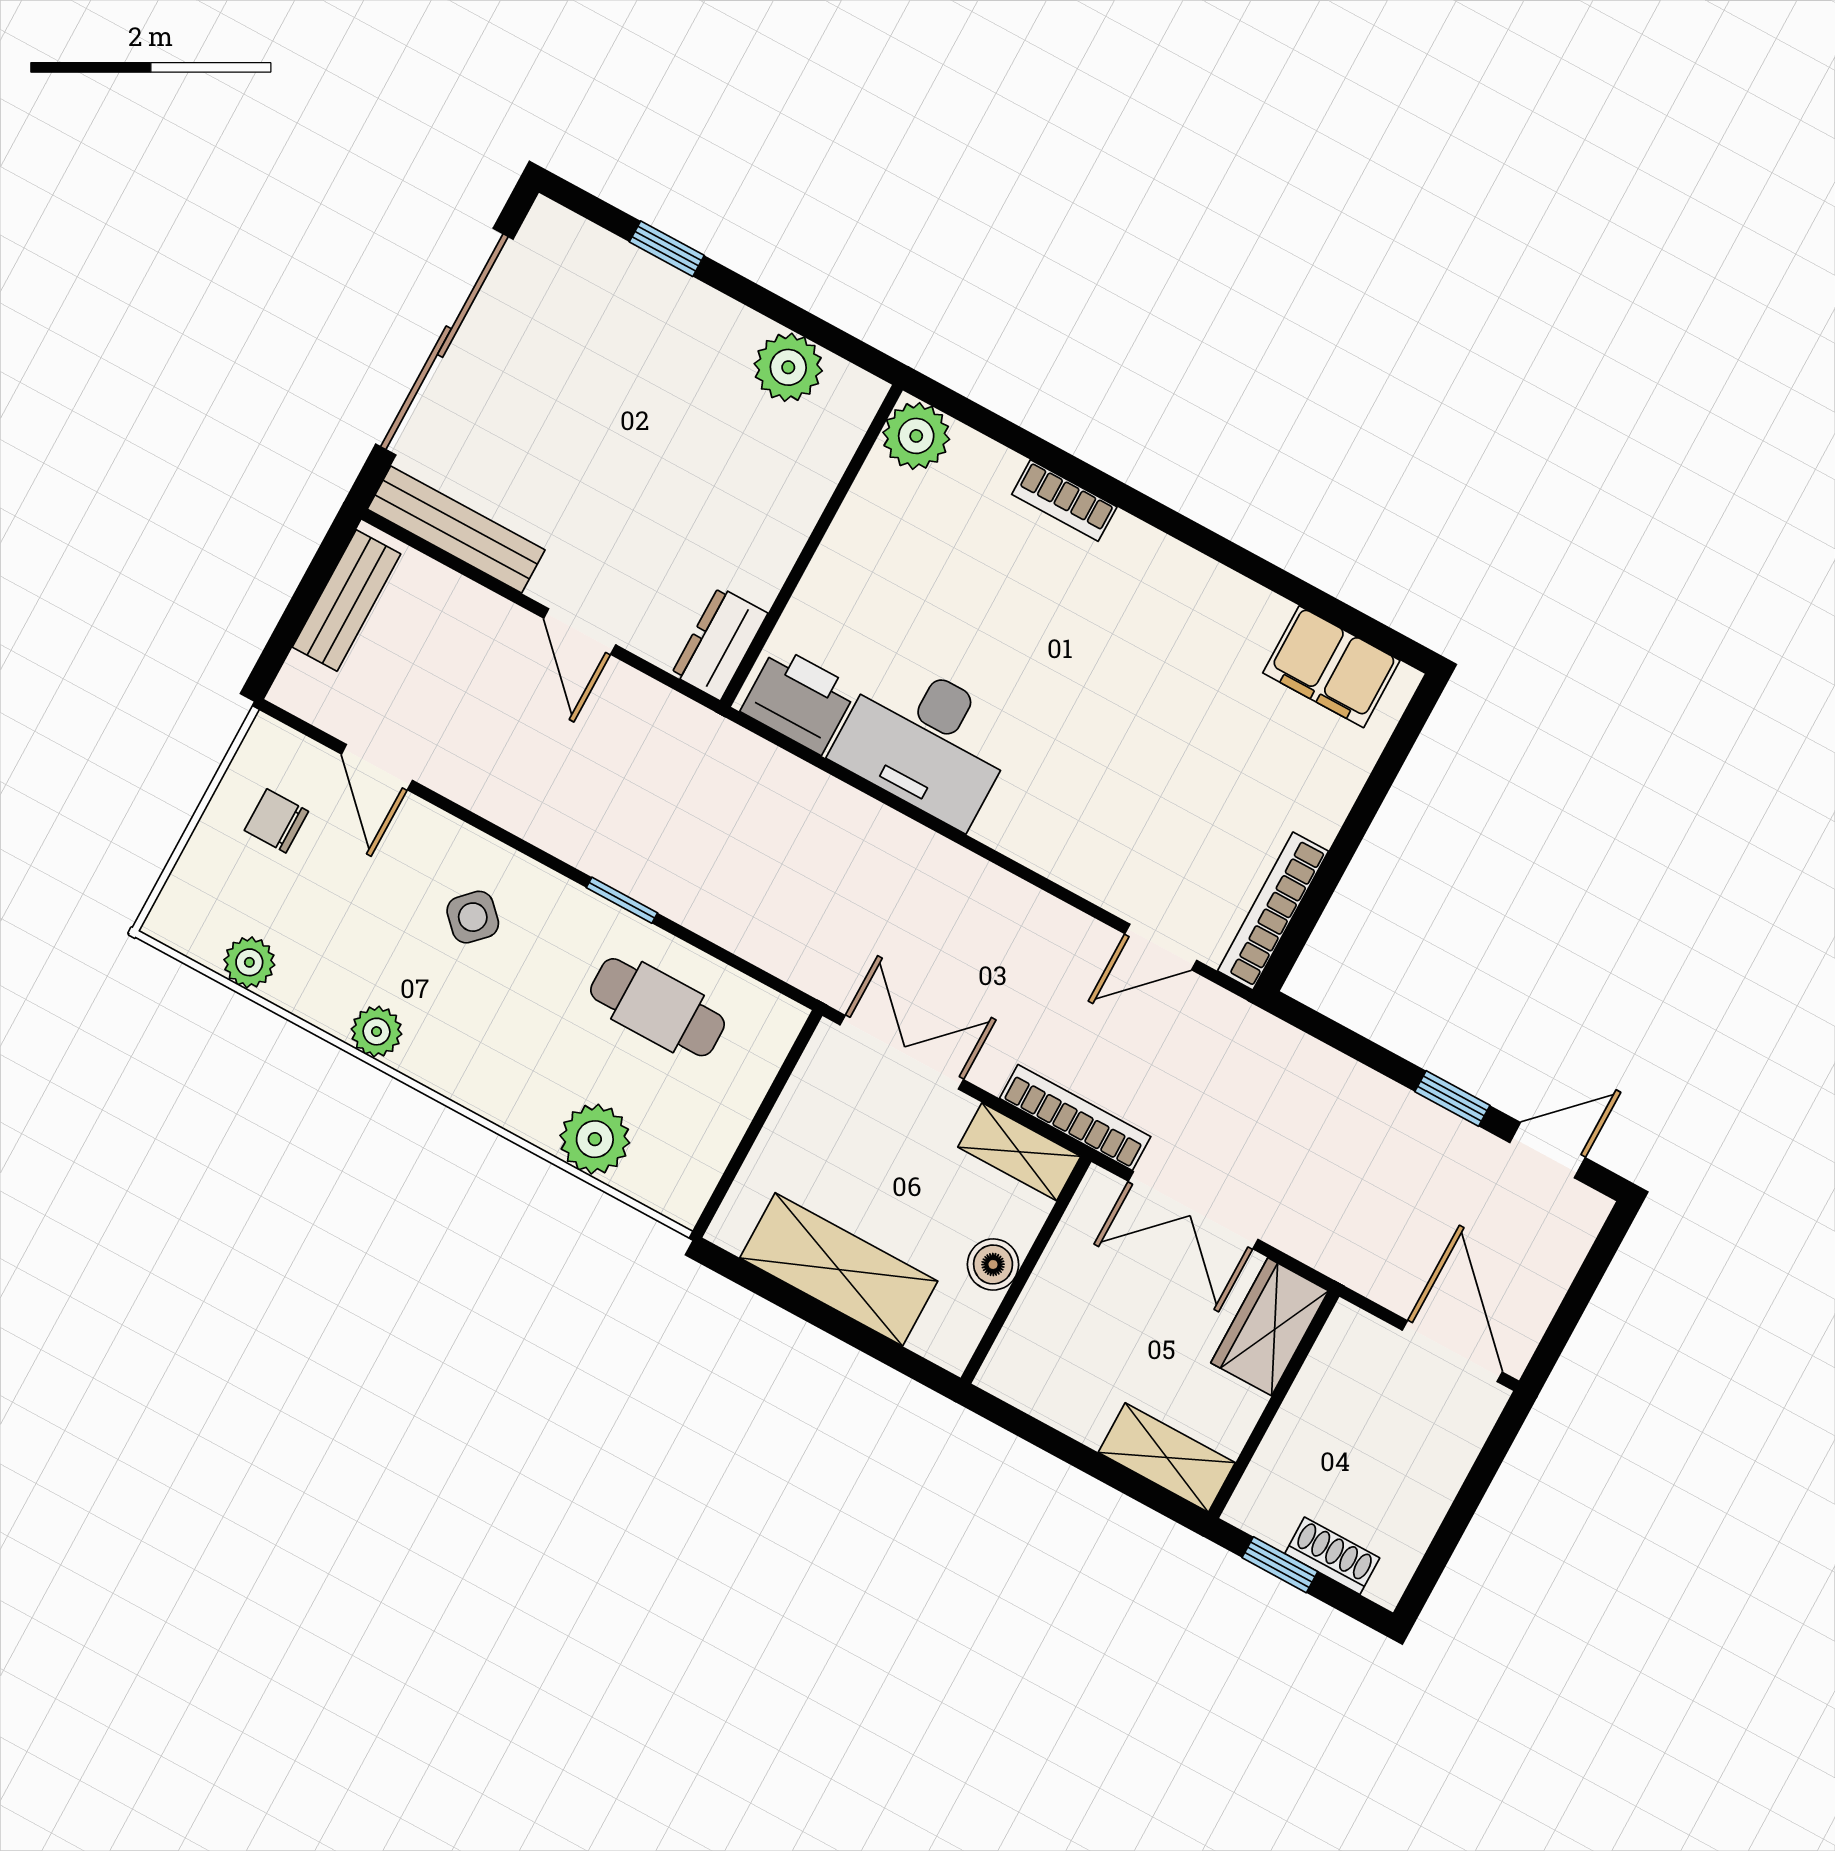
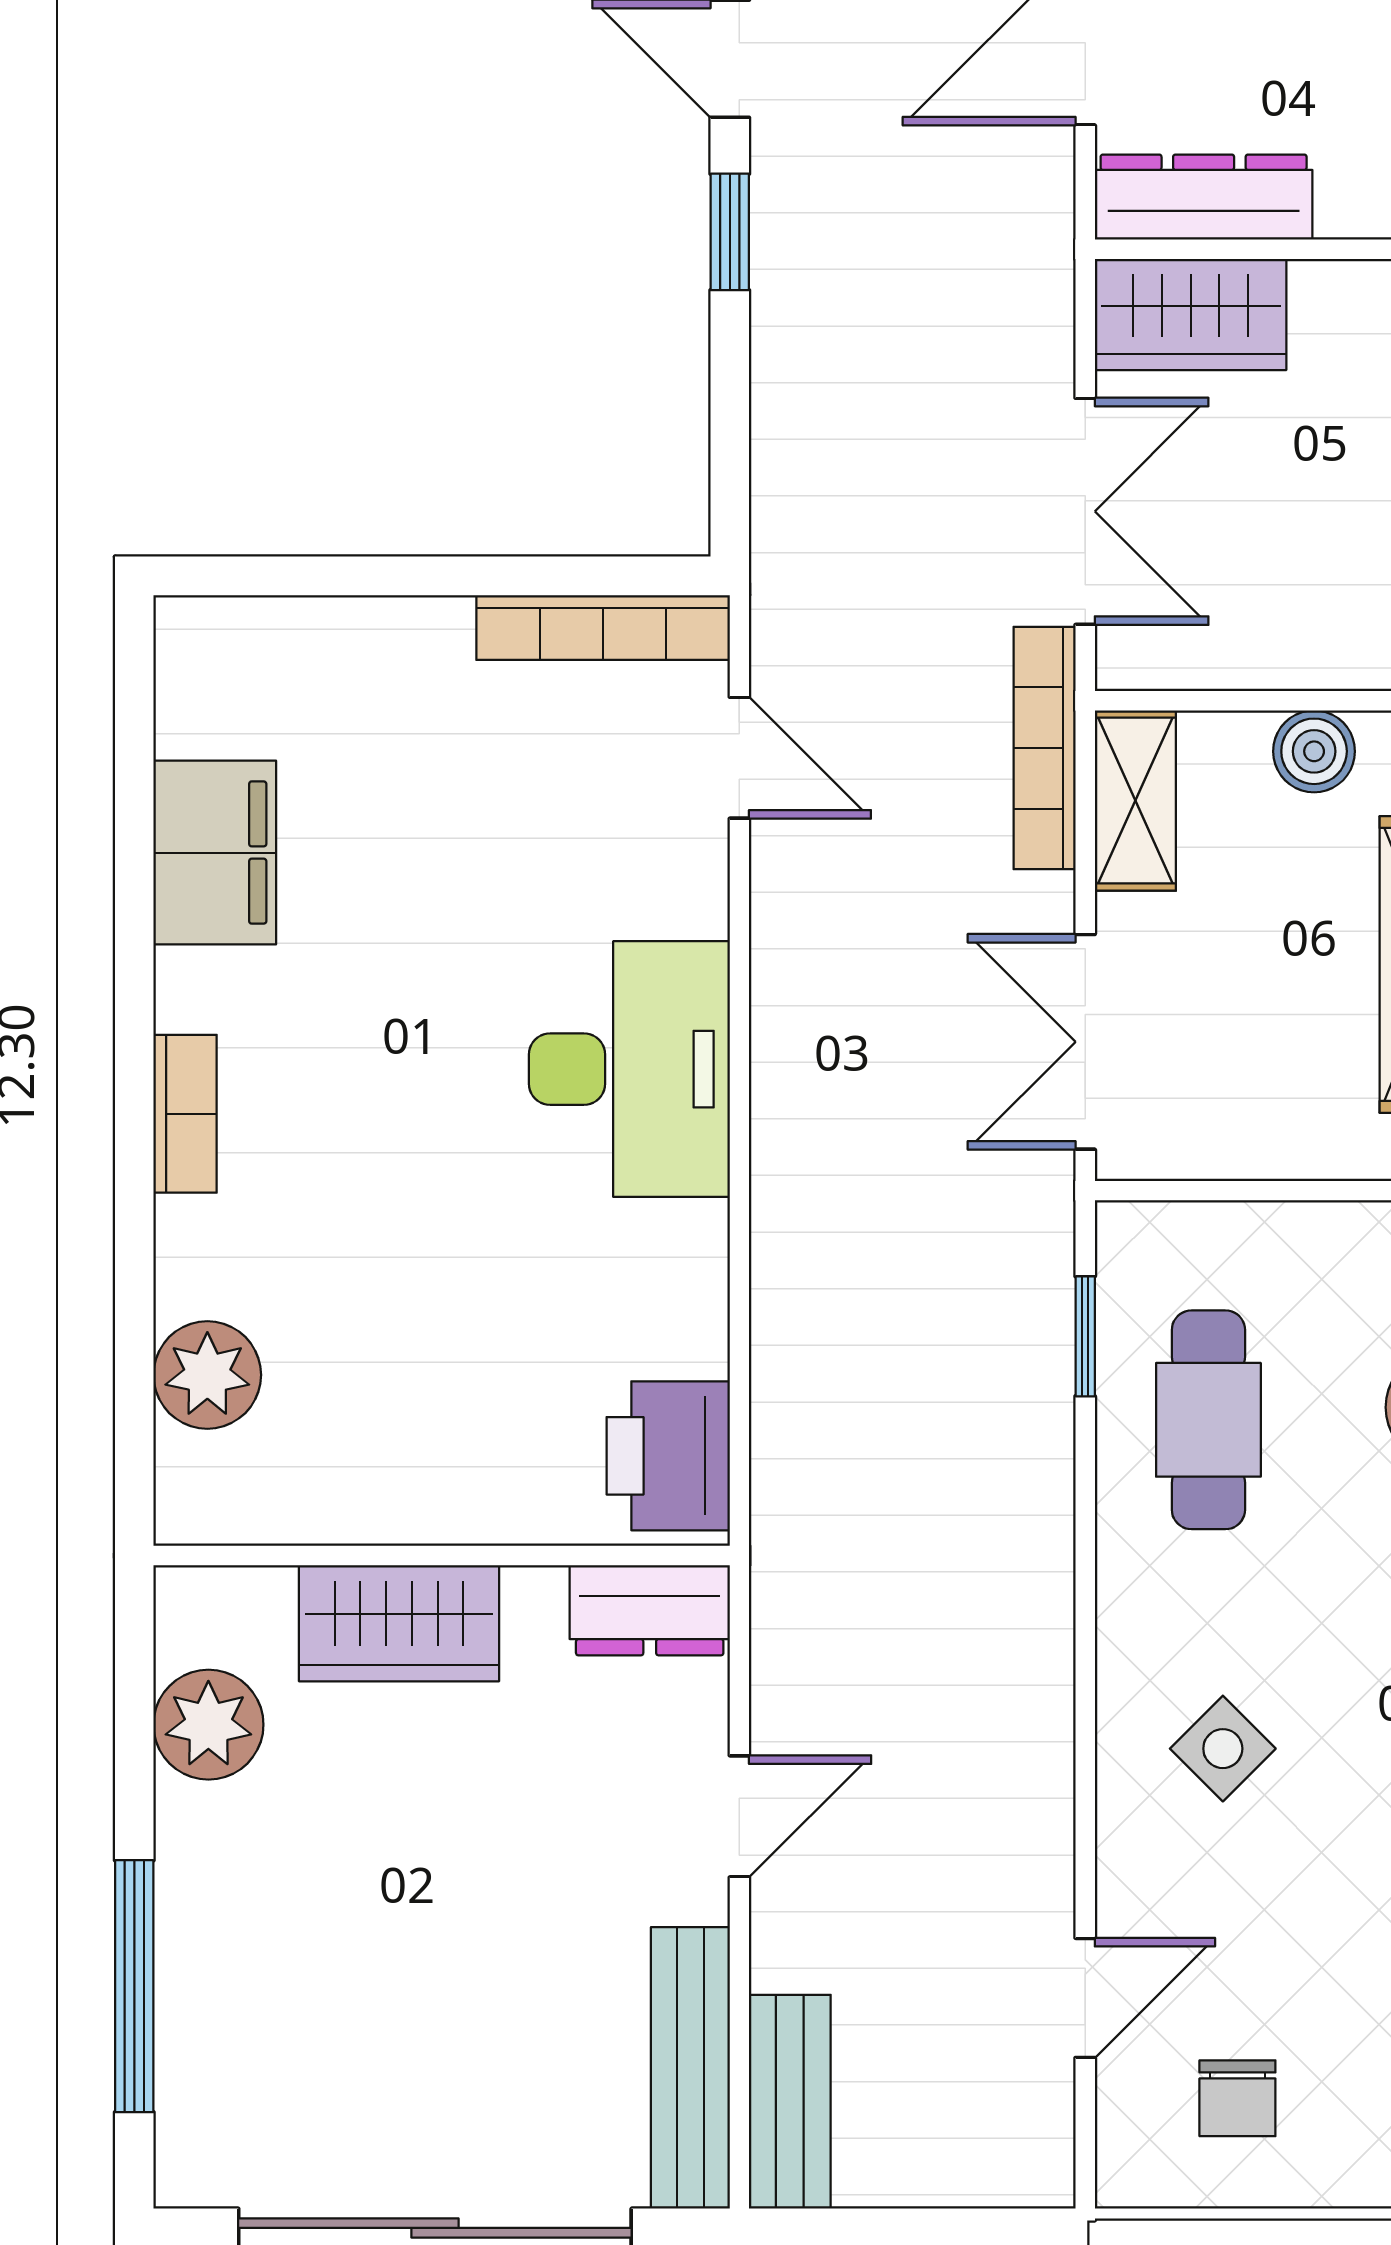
window: (667, 249) -> (134, 1986), width x2.17
plant: (916, 436) -> (207, 1375), moved
bookcase: (1064, 501) -> (185, 1114), moved
wardrobe: (787, 502) -> (399, 1623), added
bench: (347, 601) -> (790, 2102), moved, turned 90
filing cabinet: (1331, 667) -> (215, 853), moved
desk: (926, 741) -> (629, 1069), moved
window: (622, 900) -> (1085, 1336), moved
dresser: (1330, 1369) -> (1204, 197), added

